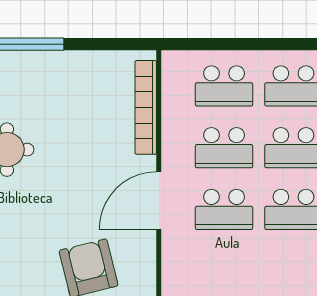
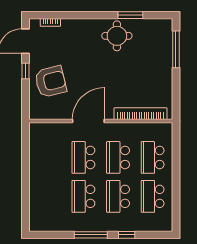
door: (159, 201) -> (88, 121), hinge flipped

